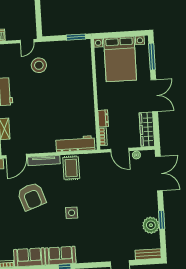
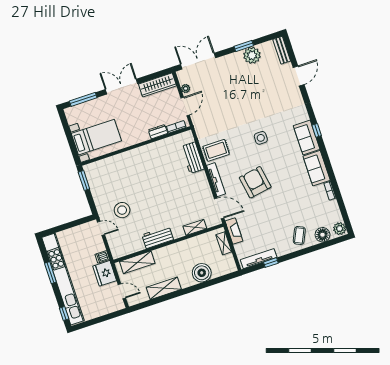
bed with nightstands: (120, 59) -> (96, 137), width x0.73
workbench: (75, 144) -> (193, 158), width x0.73
armchair: (32, 196) -> (255, 182), turned -81

